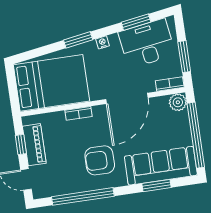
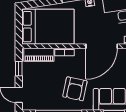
piano: (34, 145) -> (39, 55), moved, turned 90
armchair: (100, 160) -> (75, 89), turned -78

